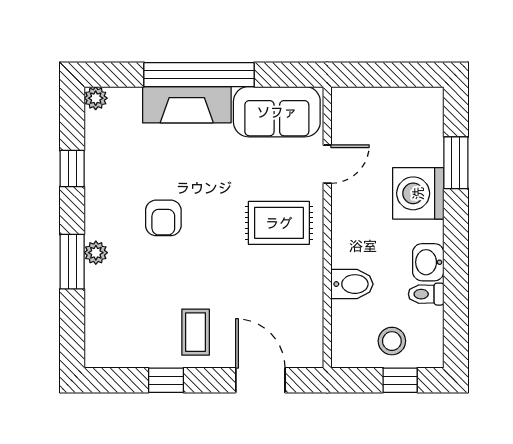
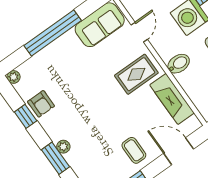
fireplace: (187, 105) -> (172, 99), moved, turned 90
armchair: (163, 218) -> (41, 104), moved
bidet: (352, 284) -> (179, 64), moved

